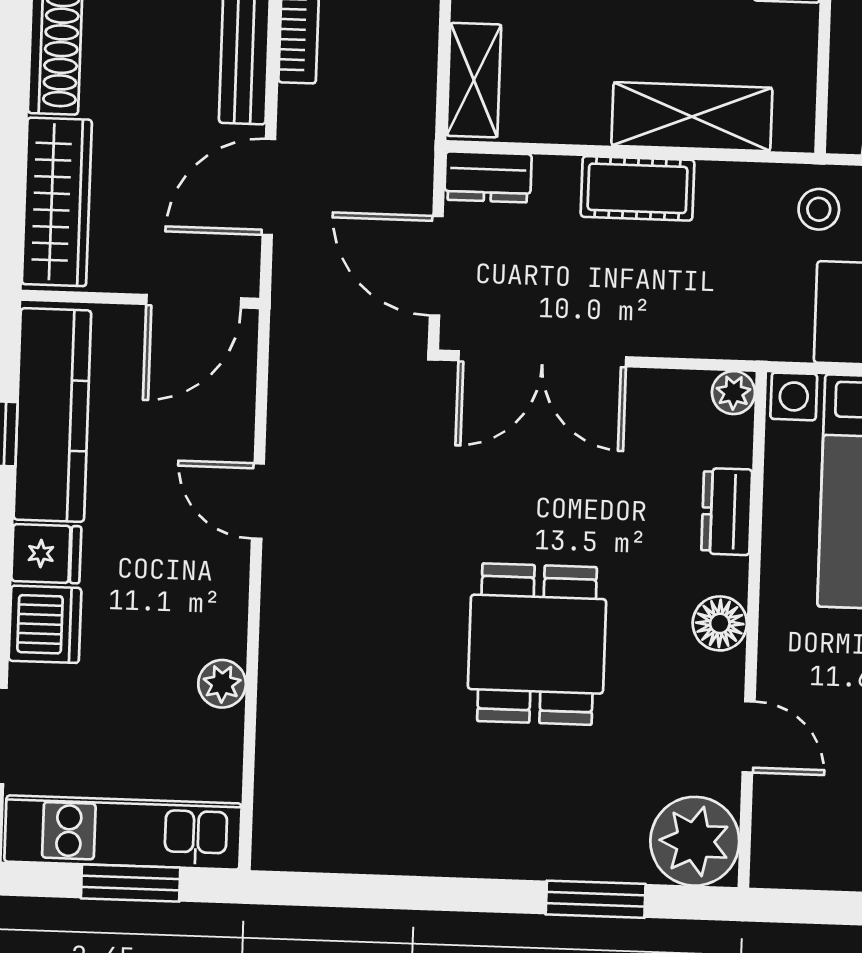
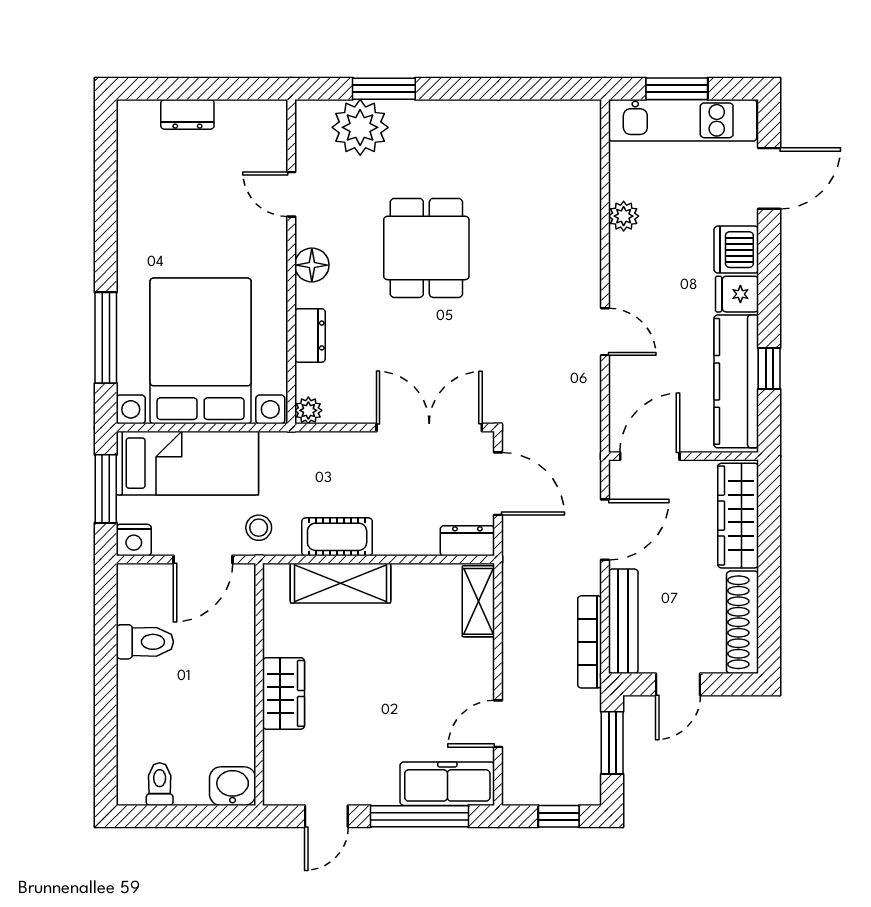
cot: (638, 188) -> (337, 537), moved
plant: (695, 841) -> (360, 127), moved

